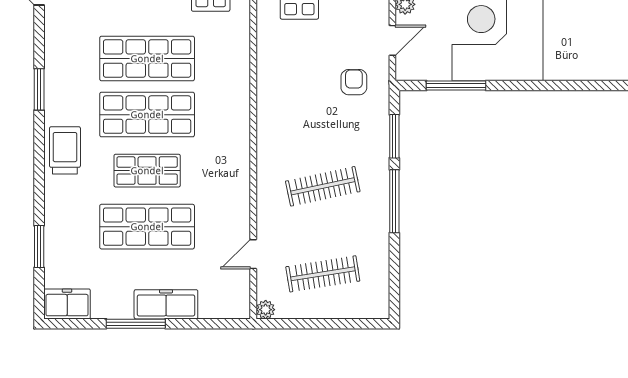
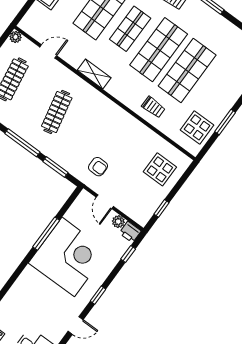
trolley: (226, 67) -> (153, 107), added
window: (456, 85) -> (46, 234), moved
shelving: (239, 174) -> (94, 74), added
door: (253, 254) -> (48, 51), hinge flipped

